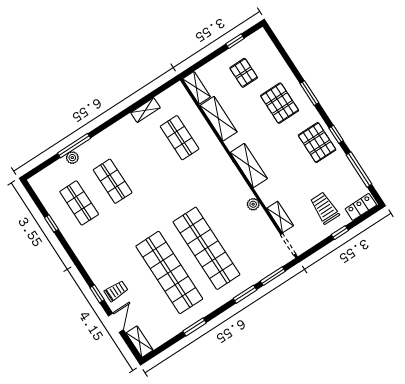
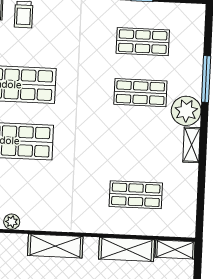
shelving: (145, 110) -> (191, 145), moved
plant: (72, 158) -> (186, 111), moved, width x1.87, depth x1.87

